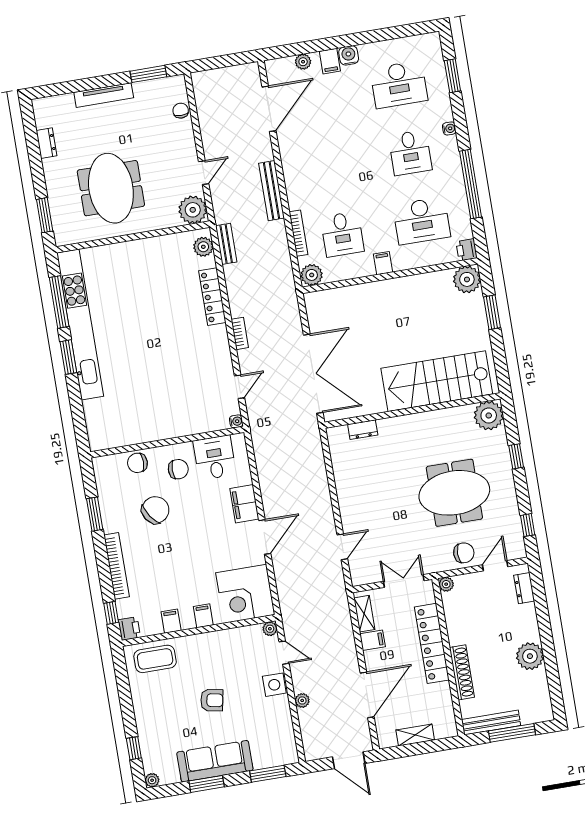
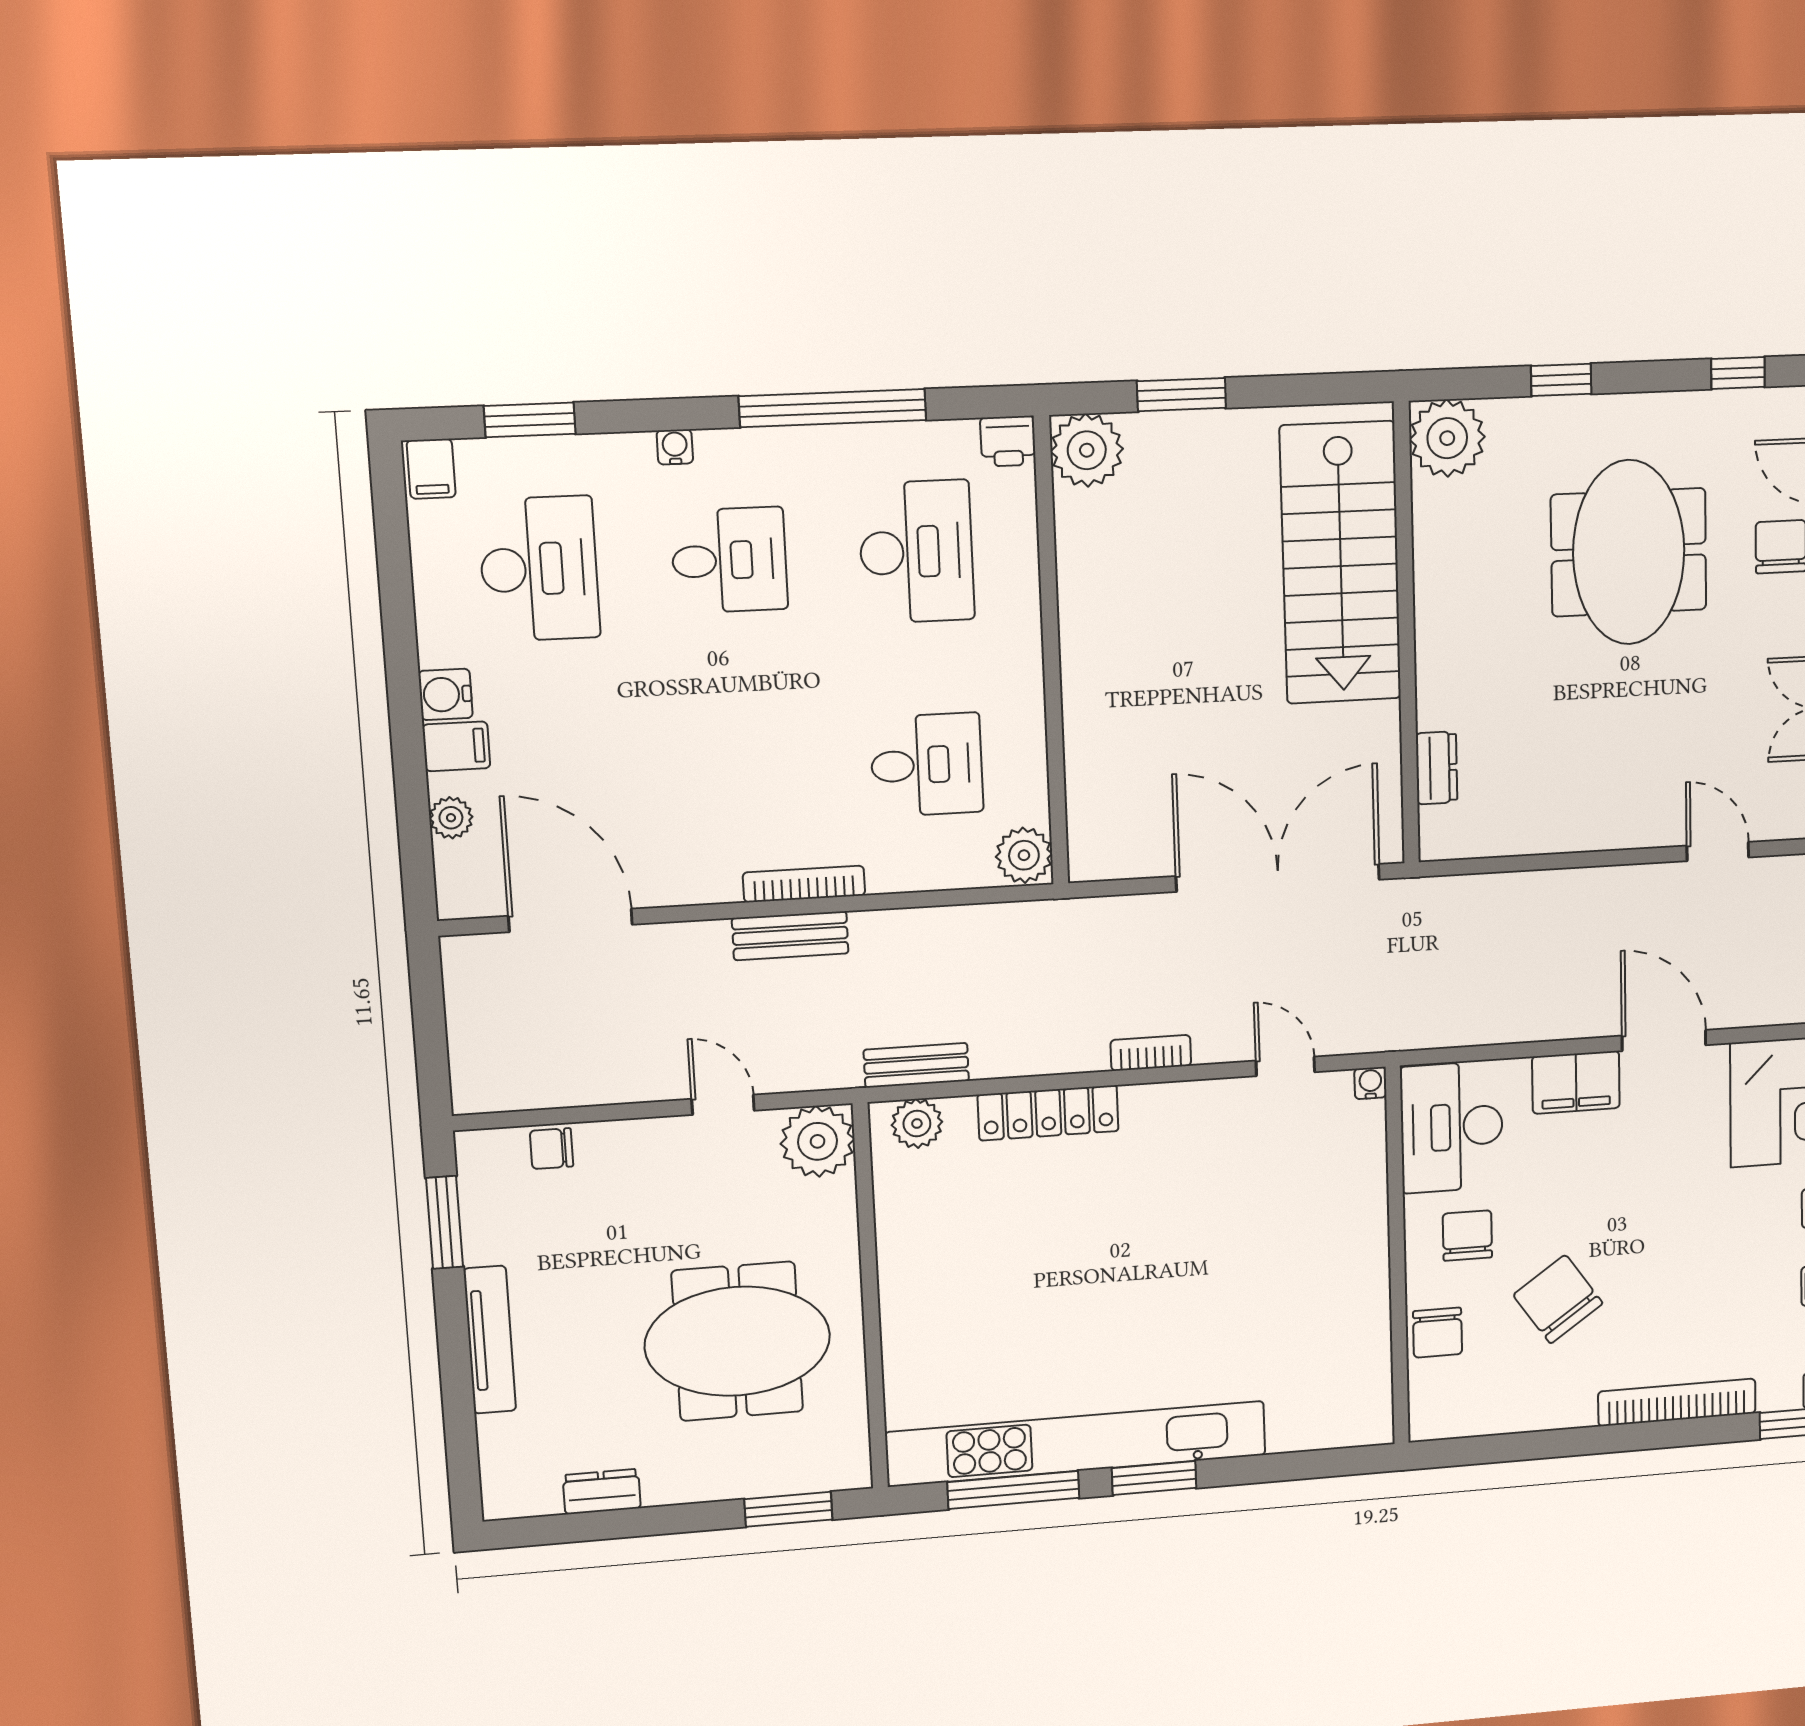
bench: (272, 191) -> (790, 936), width x0.73
bookcase: (299, 233) -> (804, 884), moved
filing cabinet: (383, 263) -> (431, 469), moved, turned -90
desk: (215, 458) -> (1452, 1127), width x1.37
window: (95, 514) -> (1546, 1444), removed

